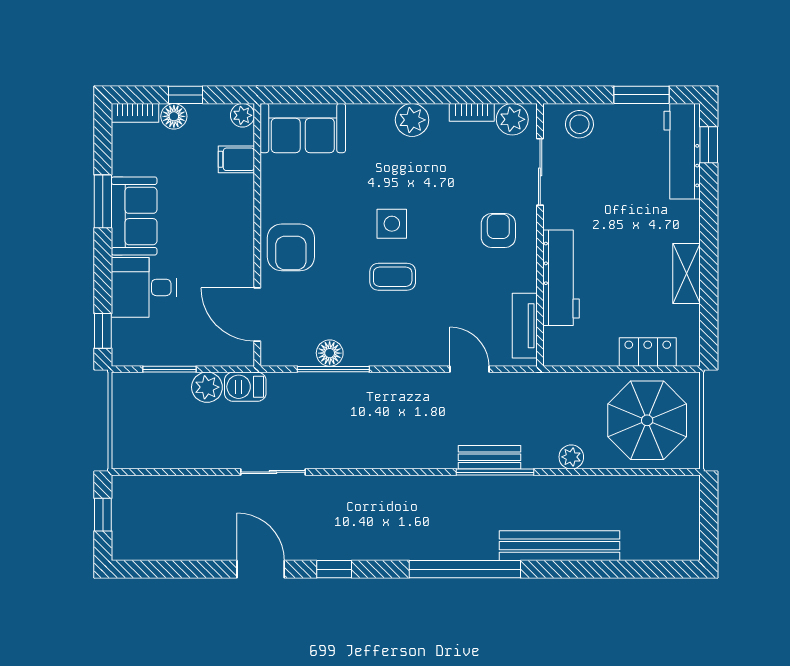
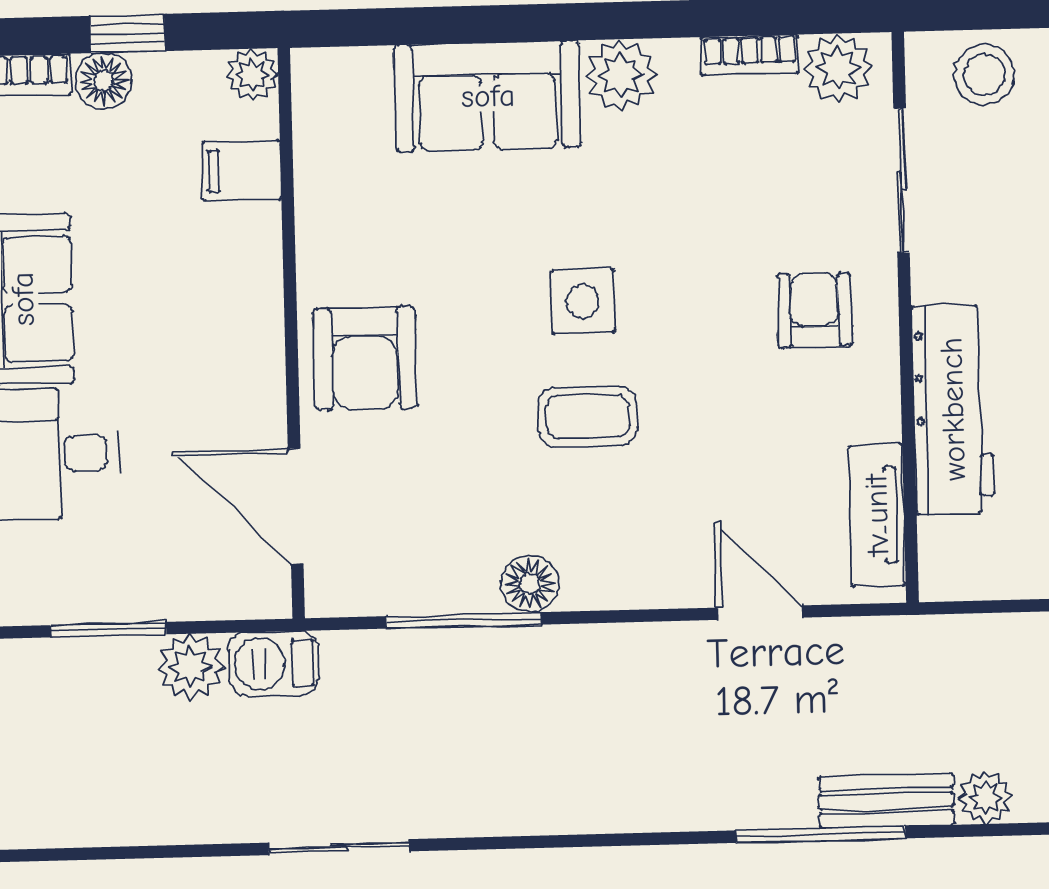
sofa: (303, 128) -> (488, 96), moved
floor lamp: (330, 353) -> (530, 584), moved
bench: (489, 457) -> (886, 801), moved

